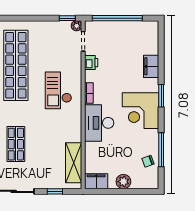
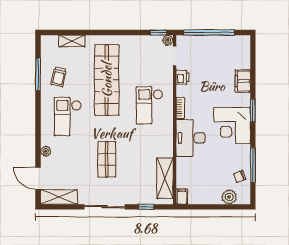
filing cabinet: (96, 181) -> (182, 197), width x0.50
plant: (123, 182) -> (229, 197), moved

